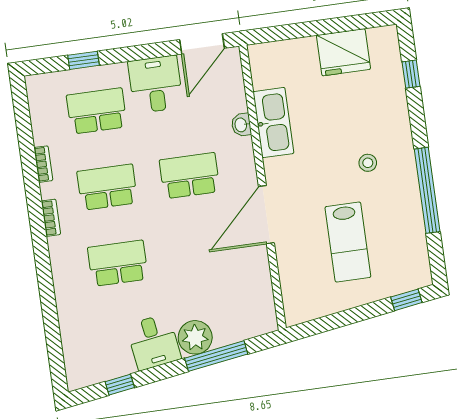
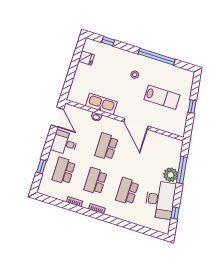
fridge: (344, 52) -> (86, 58), width x0.53, depth x0.75
window: (406, 300) -> (192, 106), moved
desk: (154, 342) -> (160, 200), width x1.87, depth x1.30

